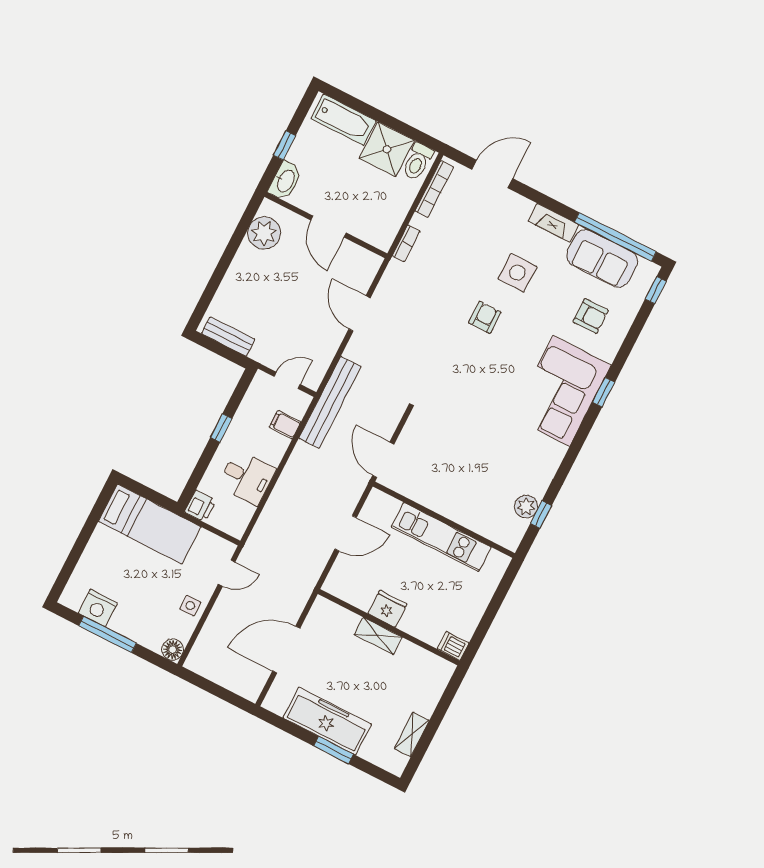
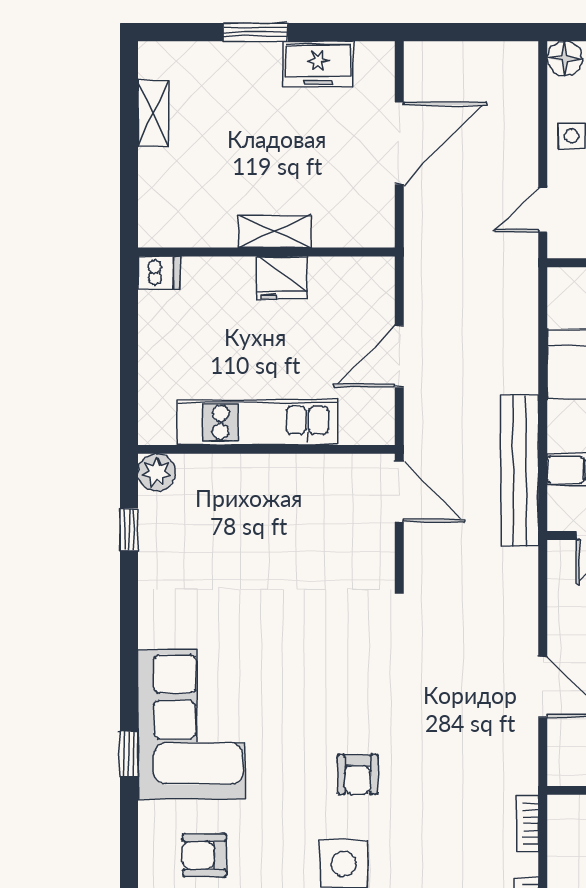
bench: (330, 402) -> (520, 471), moved
plant: (526, 507) -> (157, 472), moved
freezer: (327, 721) -> (318, 64), width x0.52, depth x0.79

